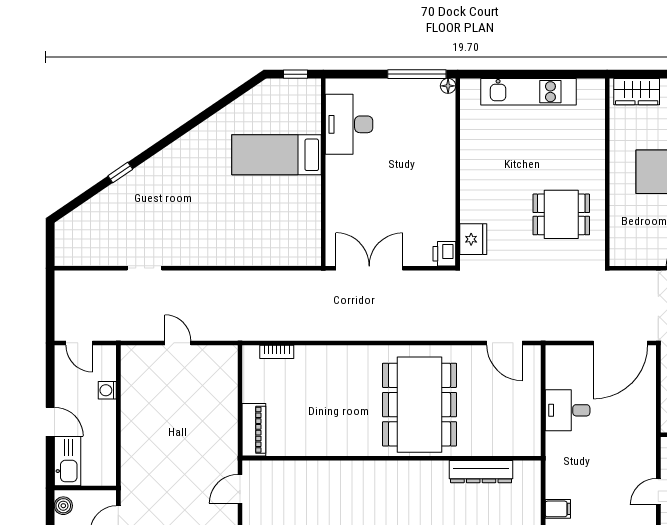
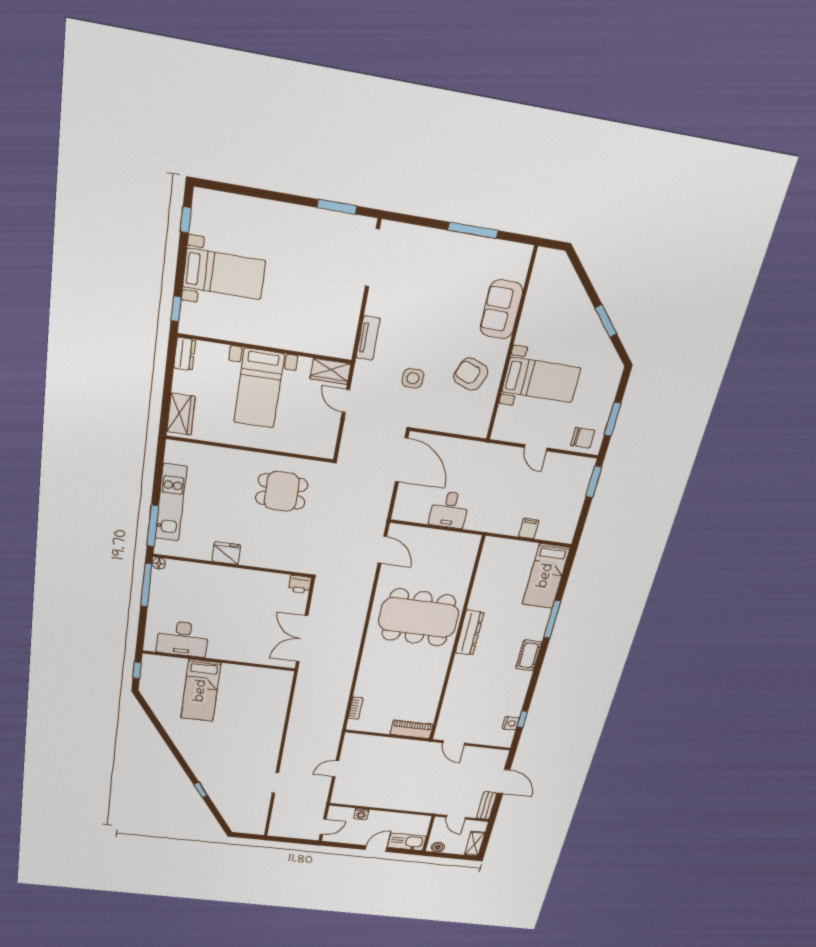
window: (496, 74) -> (153, 526), added
dining table: (561, 214) -> (282, 491), turned 90
fridge: (473, 239) -> (226, 553), moved
door: (504, 343) -> (382, 550), hinge flipped
dresser: (481, 472) -> (470, 633), moved

